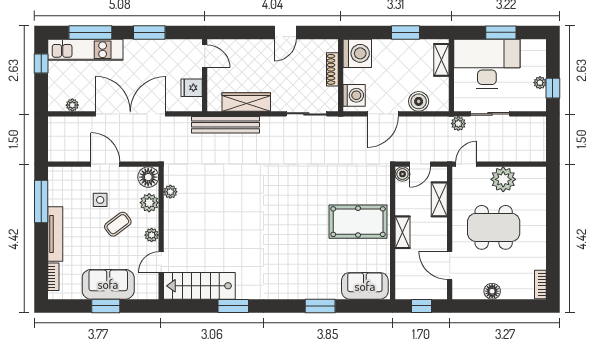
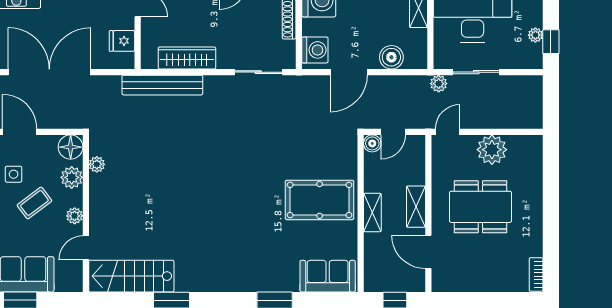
shelving: (439, 199) -> (416, 207), moved
floor lamp: (492, 291) -> (479, 283), removed

